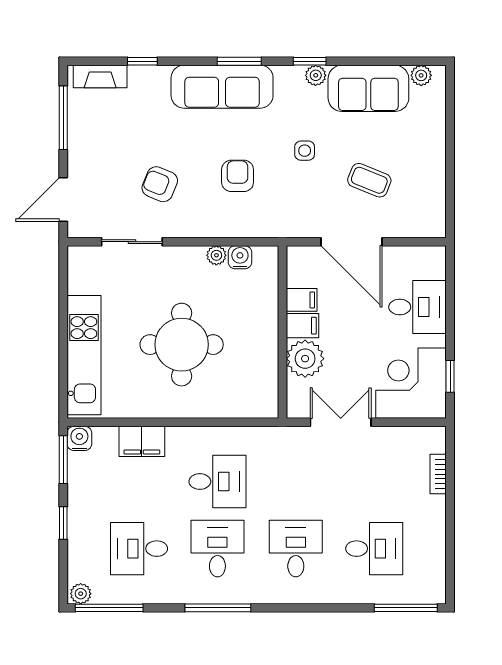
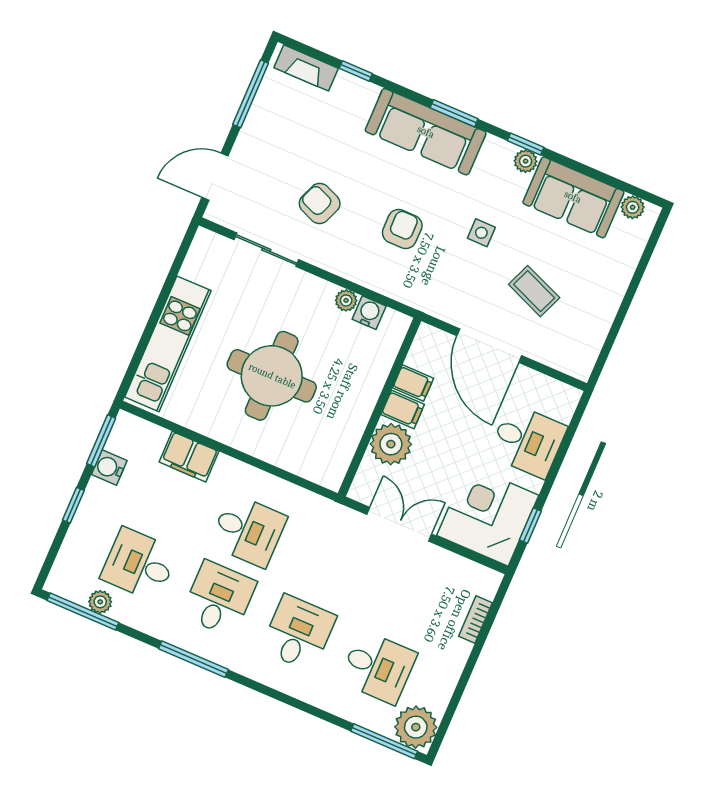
water cooler: (79, 438) -> (109, 468), moved, turned -90
plant: (427, 585) -> (416, 727), added
plant: (81, 594) -> (100, 602), moved

